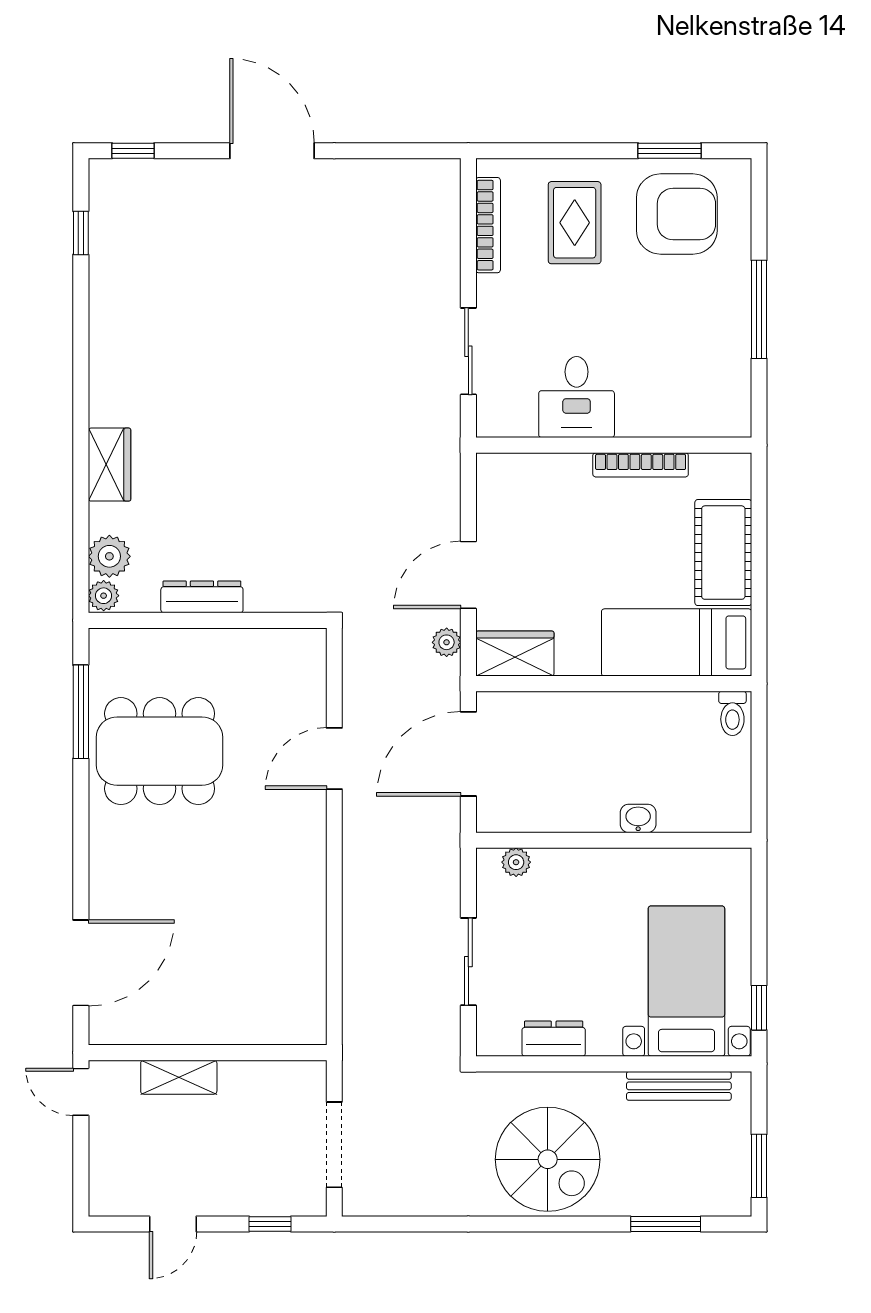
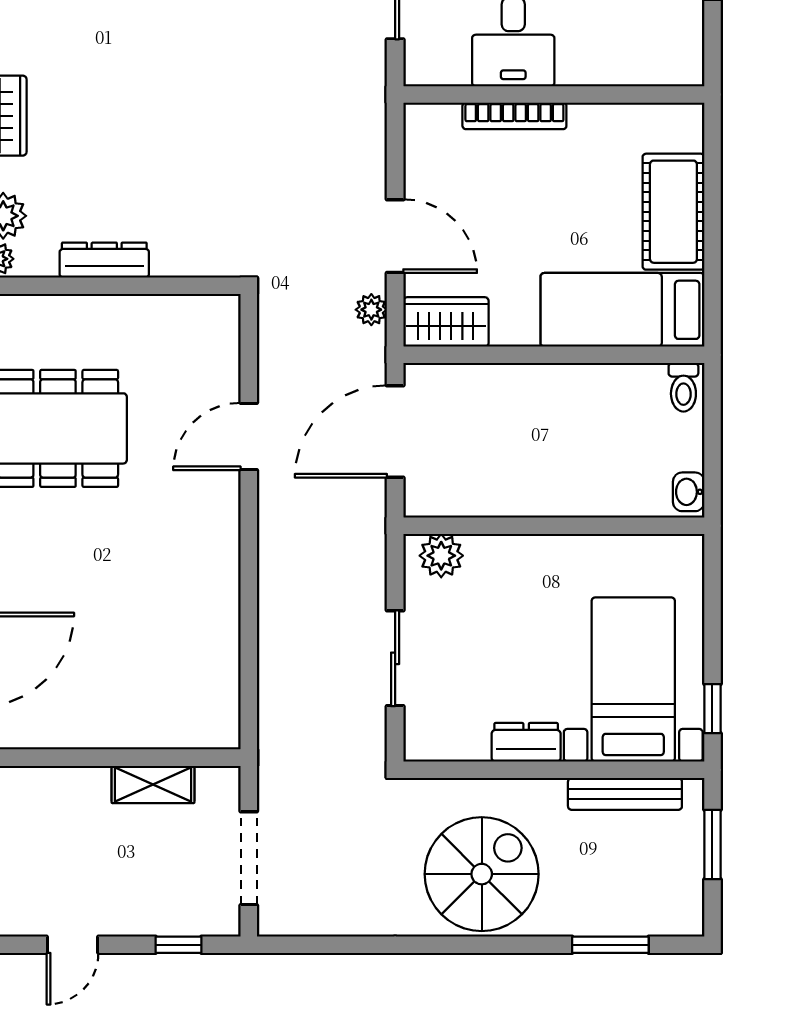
bookcase: (641, 465) -> (514, 116), moved
door: (468, 575) -> (395, 236), swing flipped
washbasin: (638, 818) -> (689, 492), moved, turned -90
plant: (516, 862) -> (441, 556), width x1.38, depth x1.38
dresser: (554, 1039) -> (526, 742), moved
shelving: (179, 1077) -> (153, 784), moved
spiral stairs: (548, 1159) -> (482, 874), turned -90
window: (759, 1166) -> (712, 845), moved

